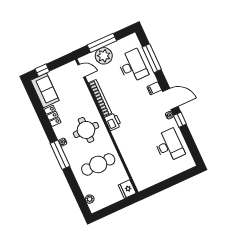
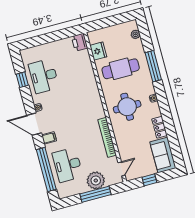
window: (152, 58) -> (46, 170), width x1.46
window: (42, 70) -> (149, 180), moved
door: (81, 71) -> (122, 169), swing flipped
window: (180, 120) -> (22, 80), moved
printer: (113, 122) -> (79, 42), moved
window: (60, 155) -> (153, 66), moved
fridge: (127, 189) -> (98, 51), moved

